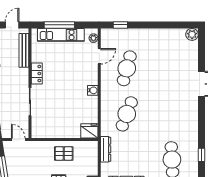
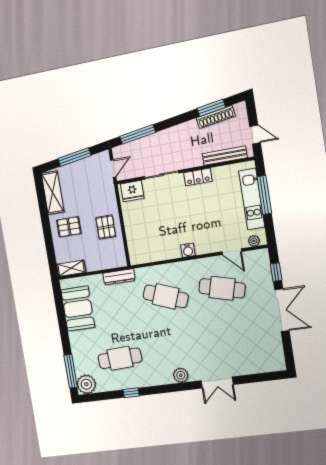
double door: (151, 25) -> (282, 310), added
plant: (192, 34) -> (181, 375), moved
fridge: (89, 131) -> (132, 191), moved, turned 90

